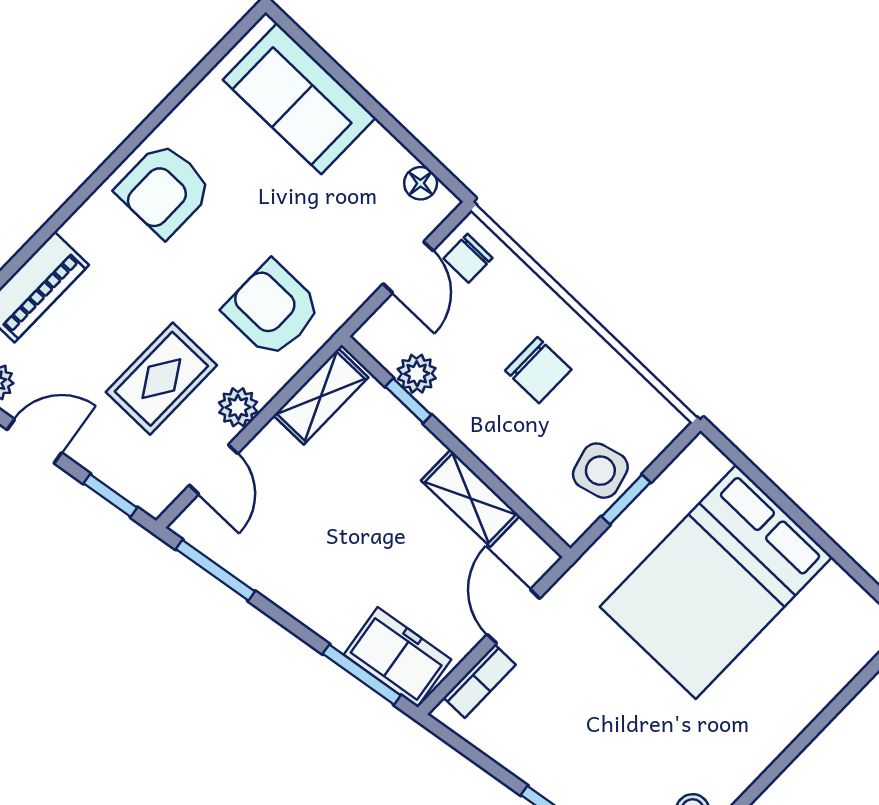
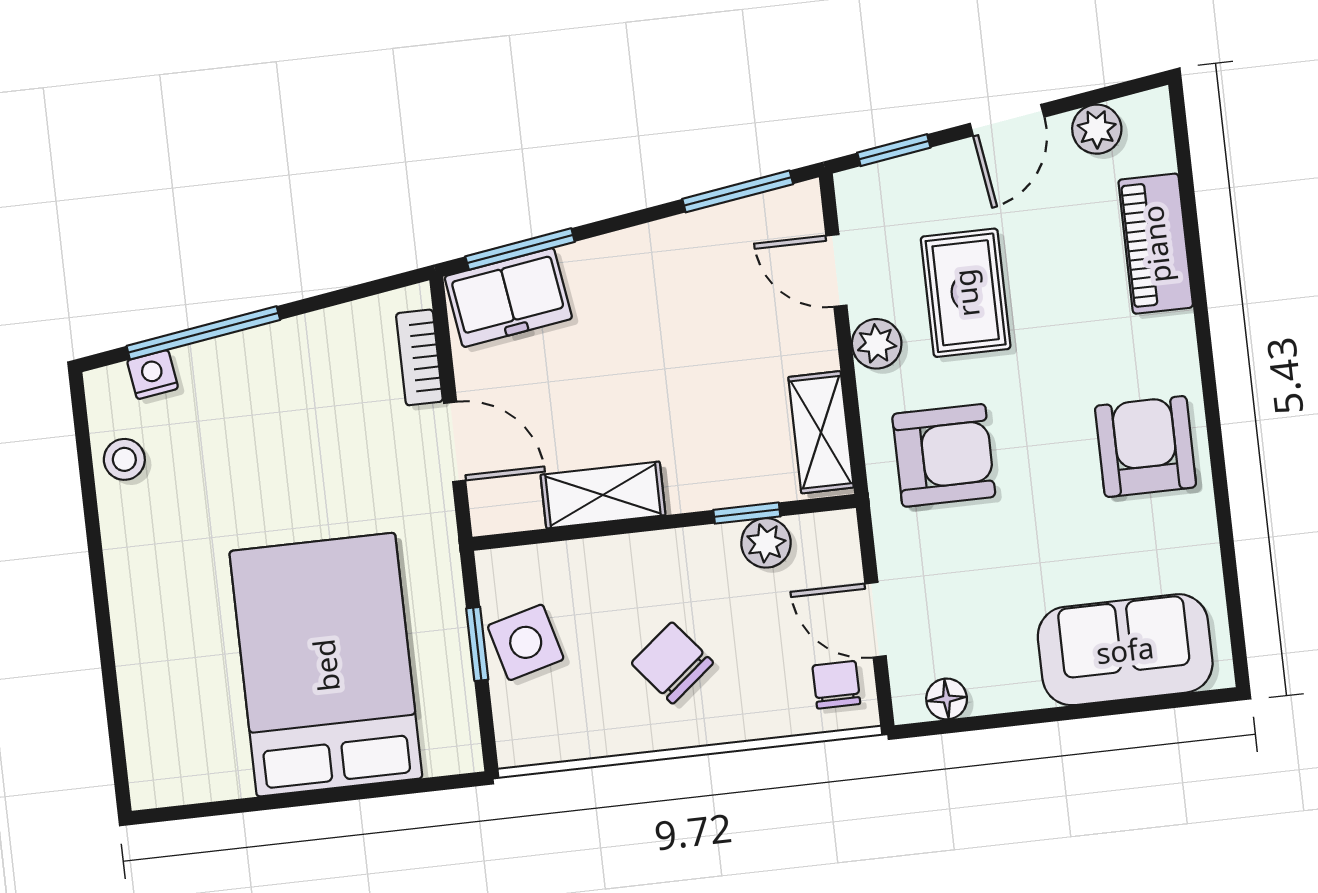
chair: (538, 370) -> (672, 663), turned 51

